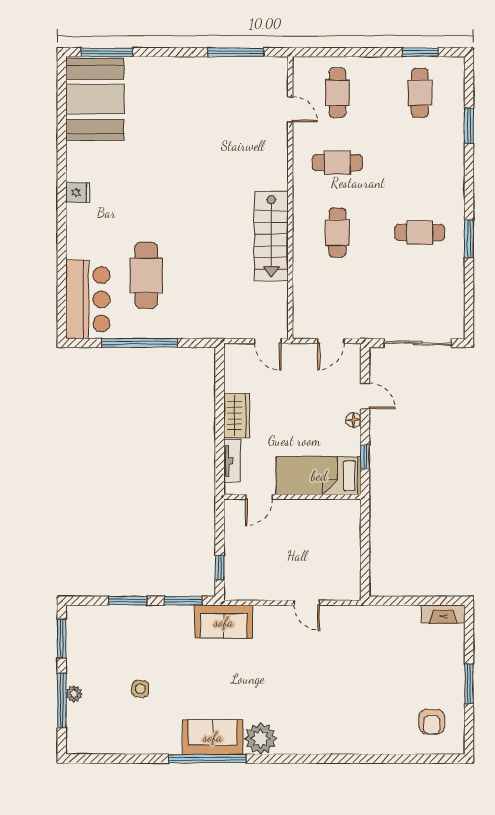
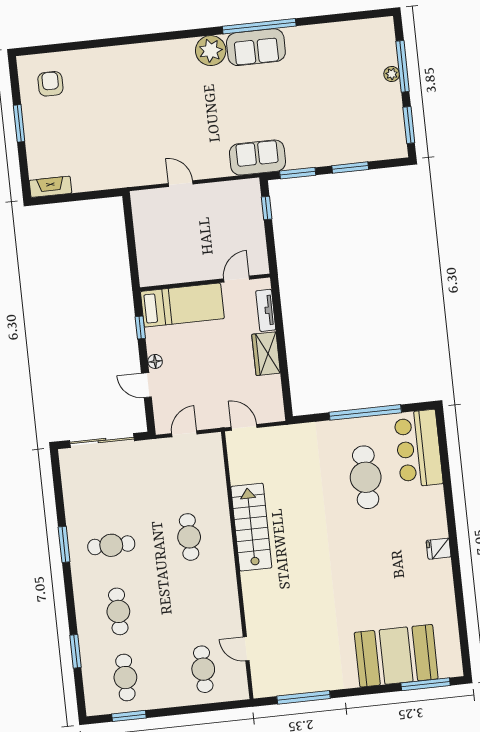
booth: (95, 99) -> (396, 656), moved, turned 90
cafe table: (337, 163) -> (118, 611), moved, turned 90
side table: (140, 689) -> (329, 86), removed

